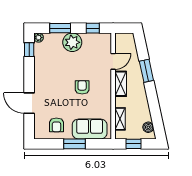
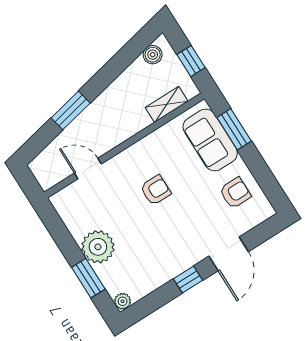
window: (93, 28) -> (58, 230), removed
window: (29, 50) -> (188, 280), moved
shelving: (121, 84) -> (114, 136), removed
armchair: (82, 87) -> (155, 190), turned 180
window: (75, 144) -> (234, 129), moved

